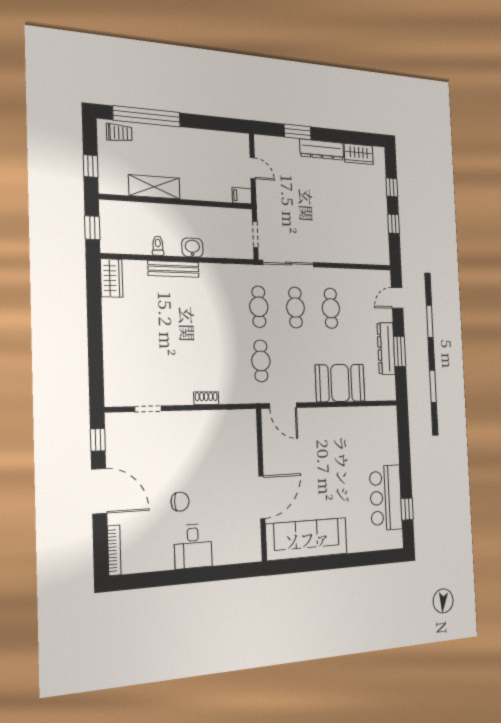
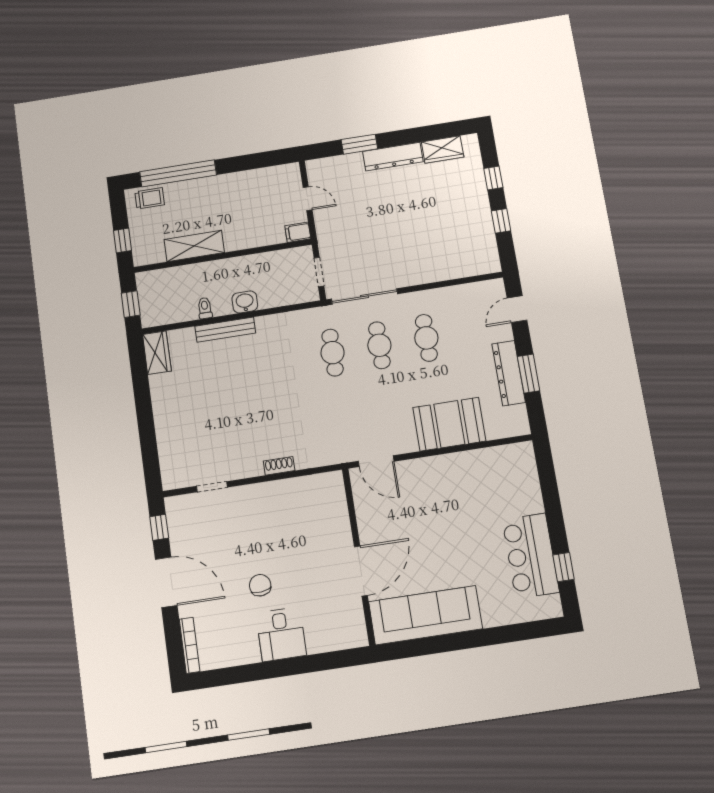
cafe table: (261, 361) -> (342, 414), removed
chair: (180, 502) -> (260, 585), turned -96

